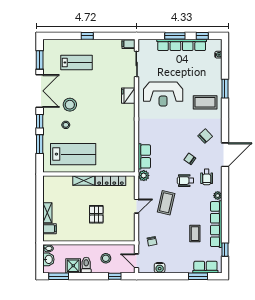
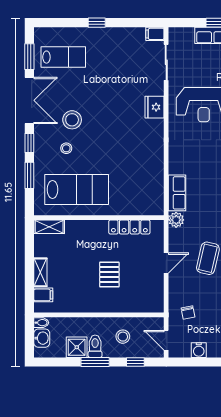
lab bench: (76, 63) -> (63, 57), moved
shelving: (84, 181) -> (49, 227), moved
window: (59, 276) -> (95, 362), moved

